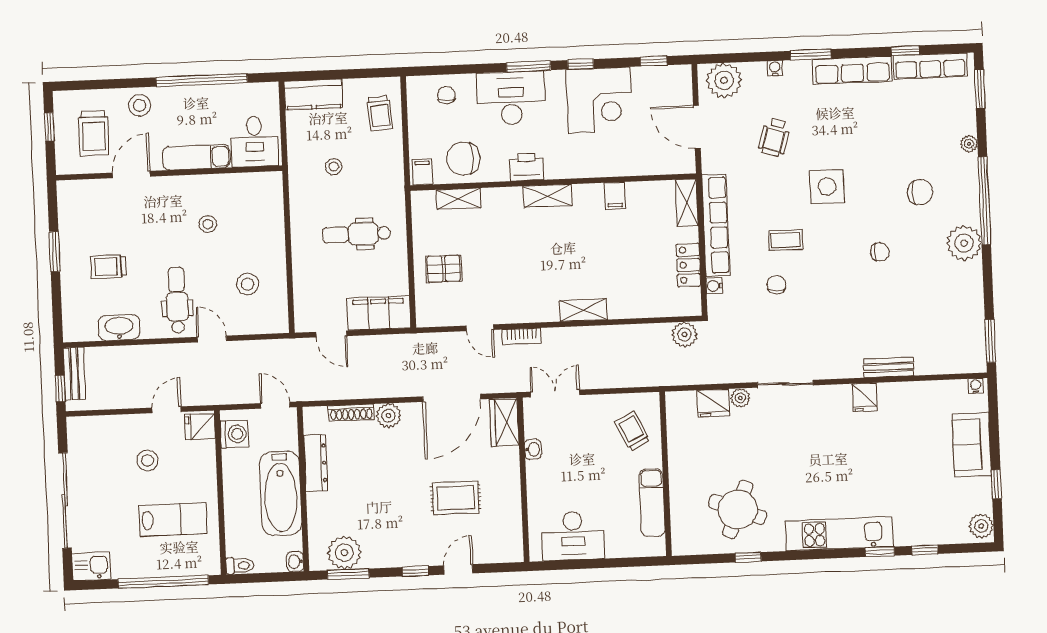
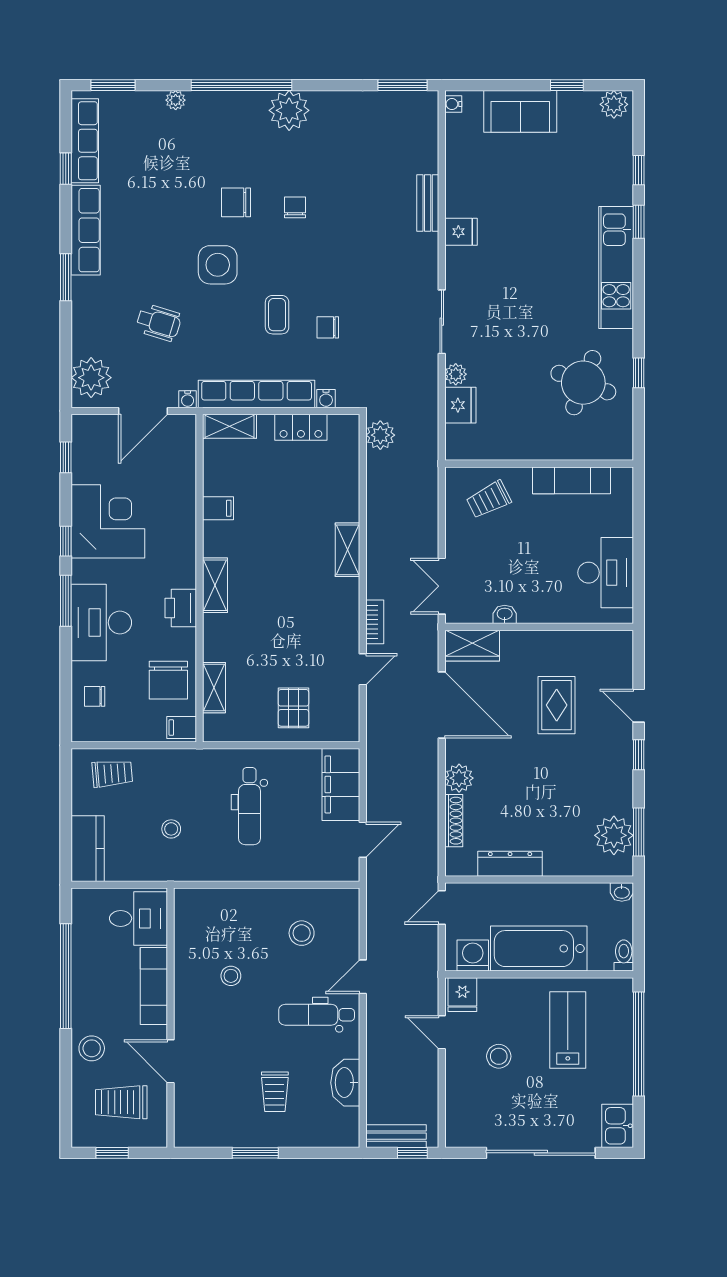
water cooler: (775, 68) -> (188, 399), moved, turned -90
trolley: (94, 133) -> (121, 1102), turned 180
chair: (920, 192) -> (236, 202), moved, turned -90
bathtub: (281, 493) -> (539, 949), moved, turned 180

